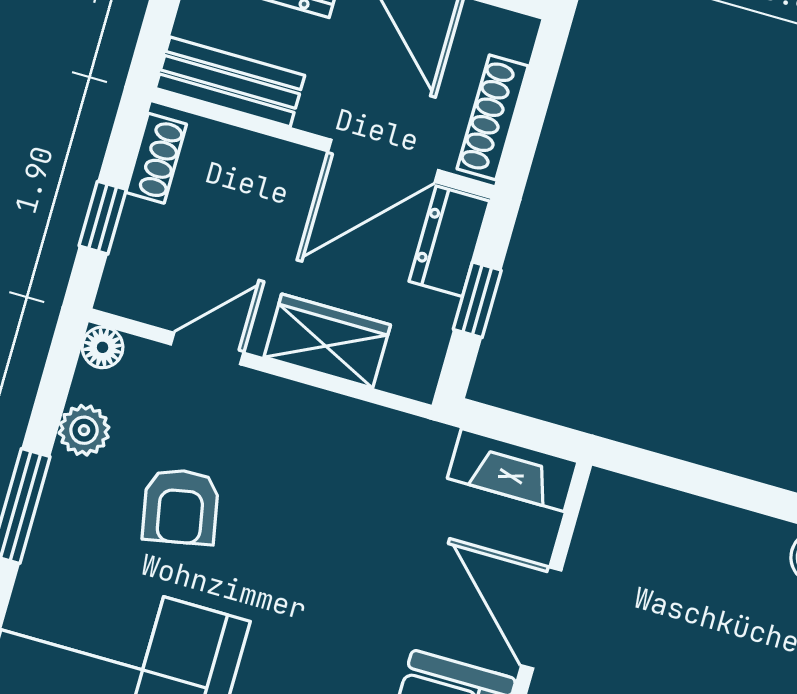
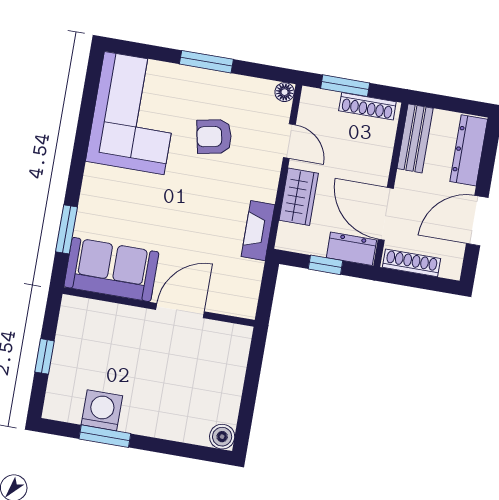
shoe rack: (156, 158) -> (367, 106), width x1.43
window: (103, 218) -> (345, 86), width x1.50
plant: (84, 430) -> (245, 88), removed
fireplace: (513, 470) -> (258, 231), moved

